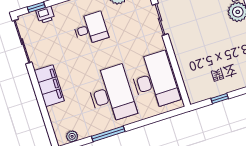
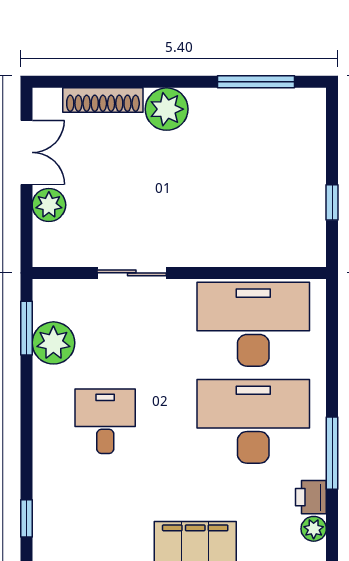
printer: (45, 15) -> (311, 497), moved, turned 180

